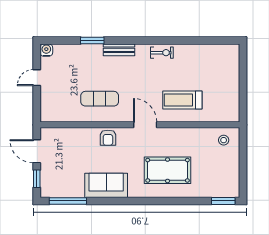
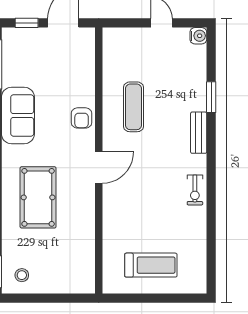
treadmill: (182, 100) -> (151, 265), moved, turned 90
armchair: (108, 138) -> (82, 118), turned -90
stool: (224, 140) -> (22, 275), moved

